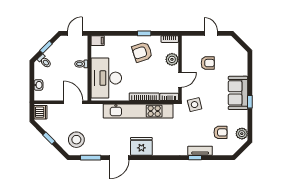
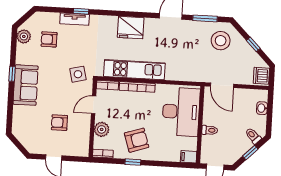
kitchen unit: (138, 111) -> (134, 70), width x0.73
fridge: (141, 146) -> (131, 28), moved

